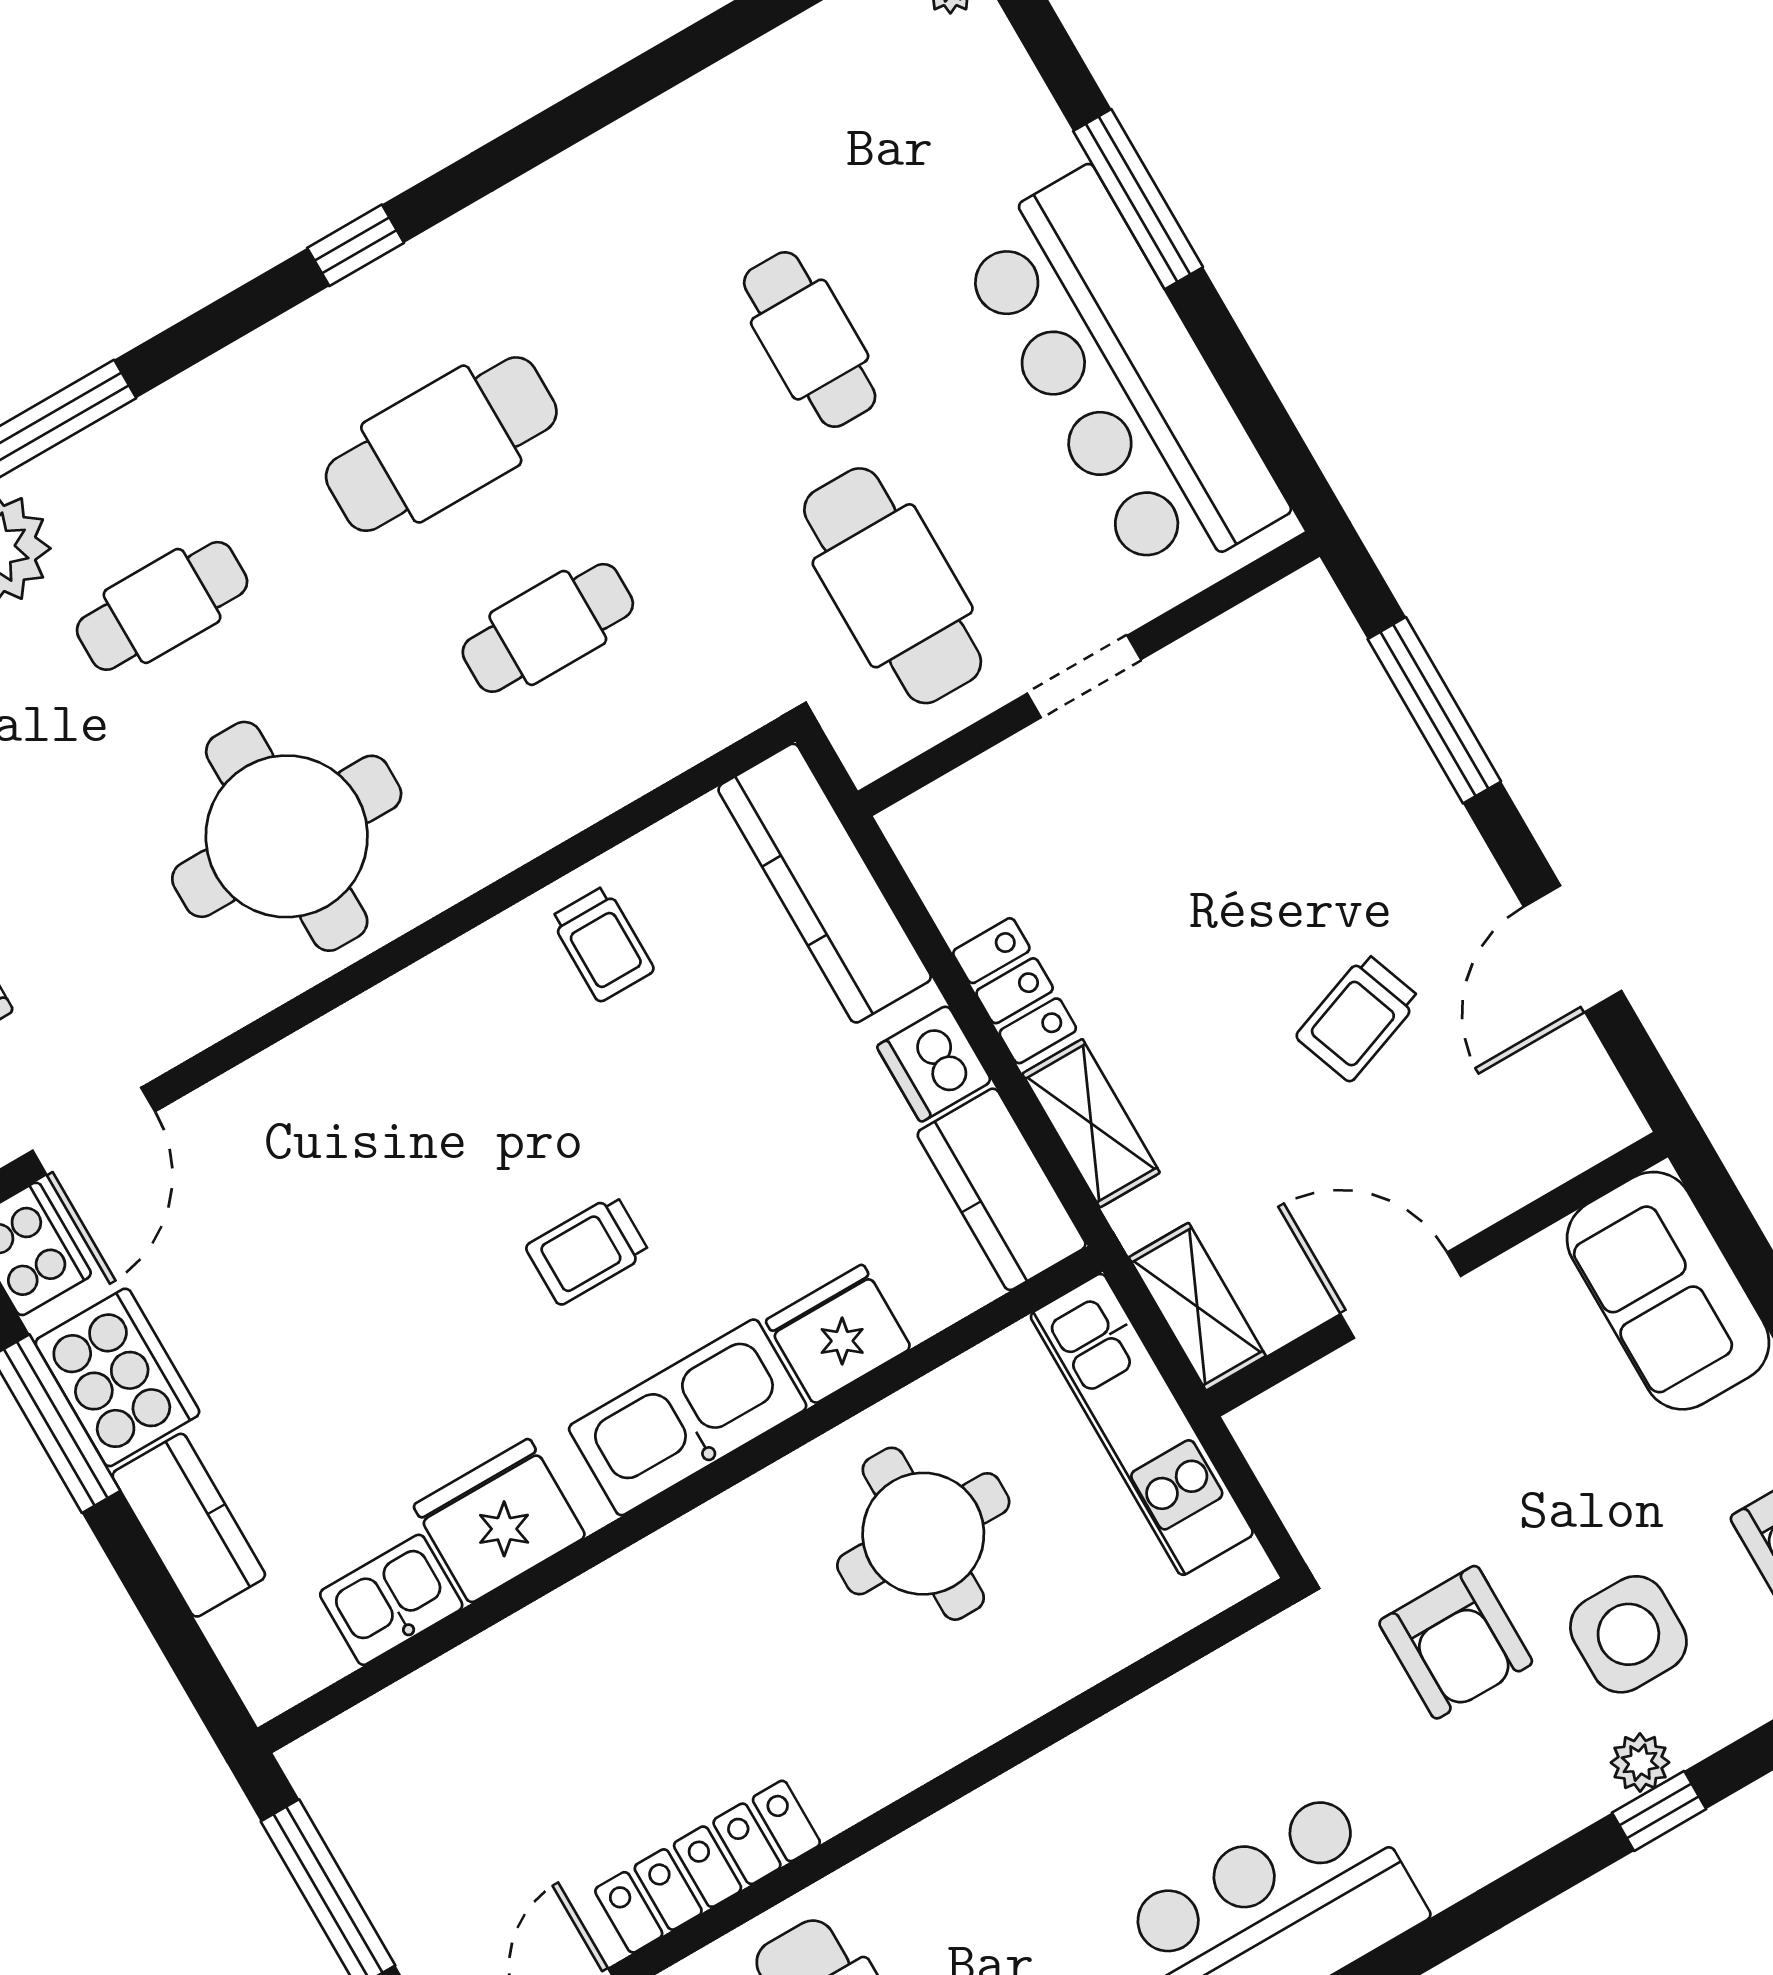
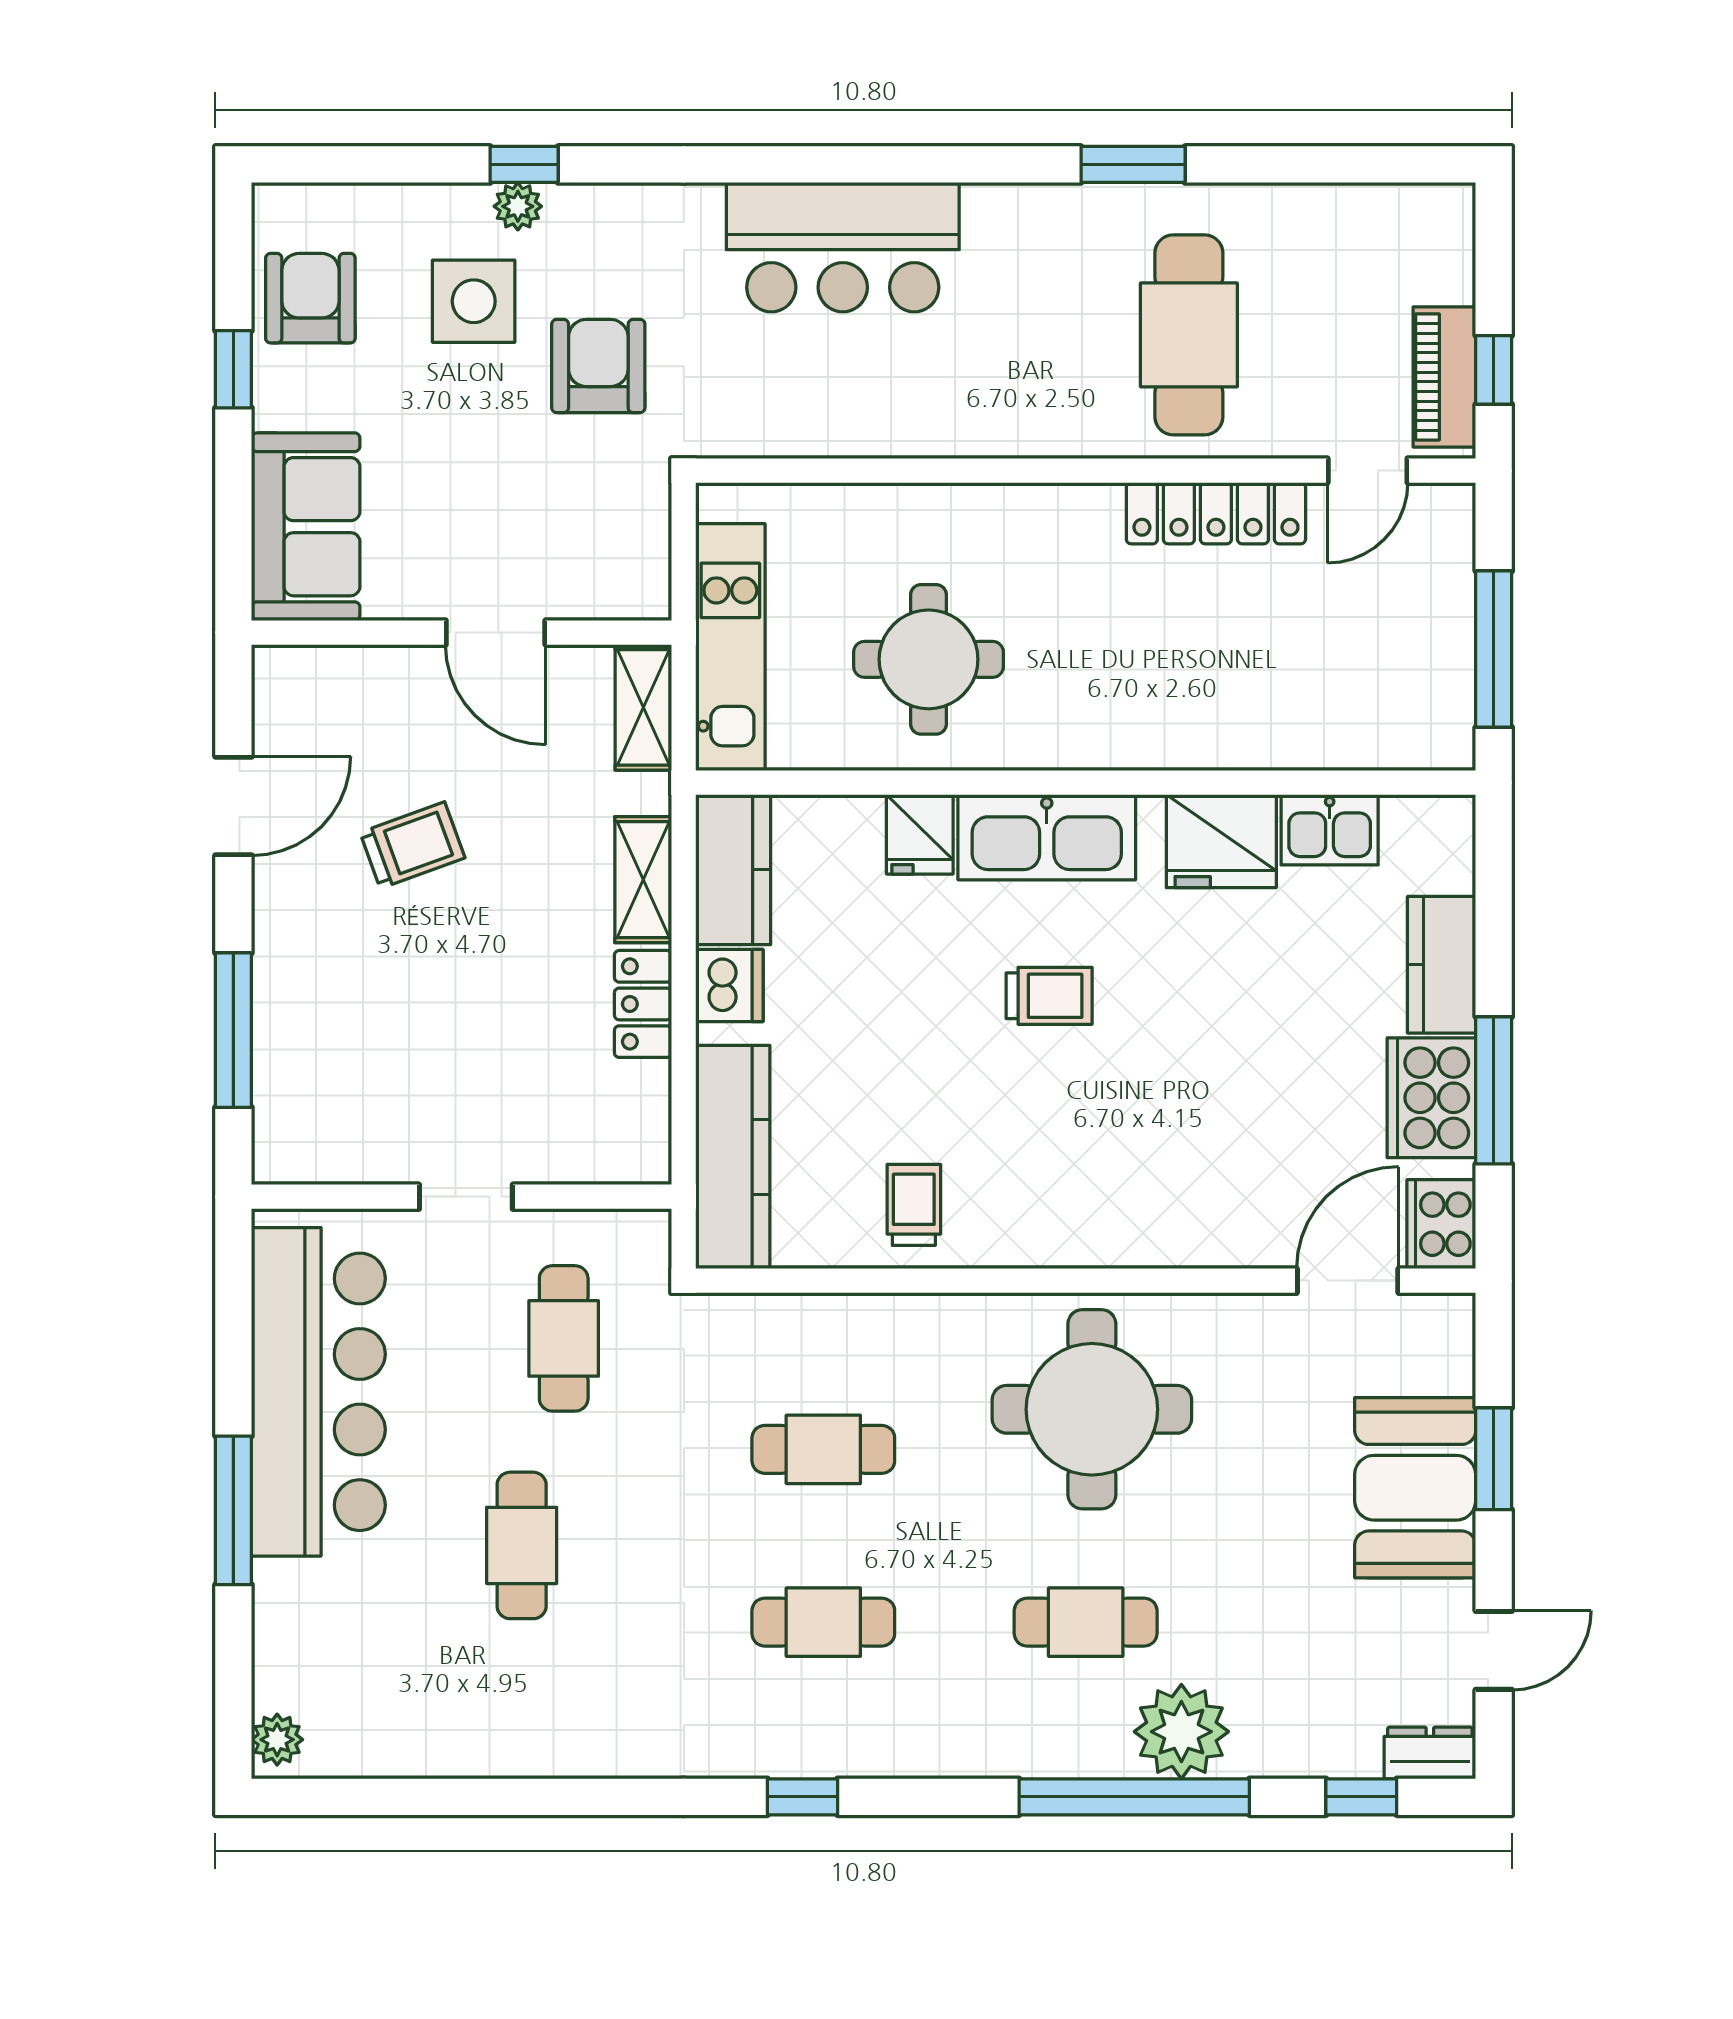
cafe table: (441, 444) -> (823, 1622), width x0.73, depth x0.74
cafe table: (893, 586) -> (564, 1338), width x0.73, depth x0.74
fridge: (838, 1334) -> (920, 834), width x0.72

